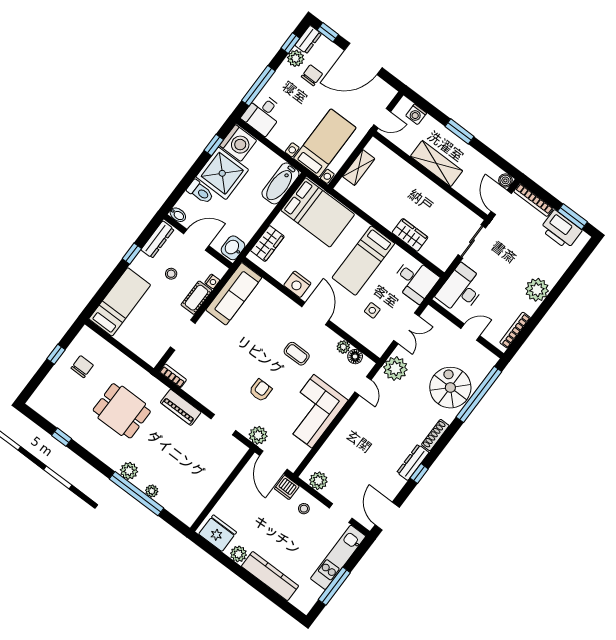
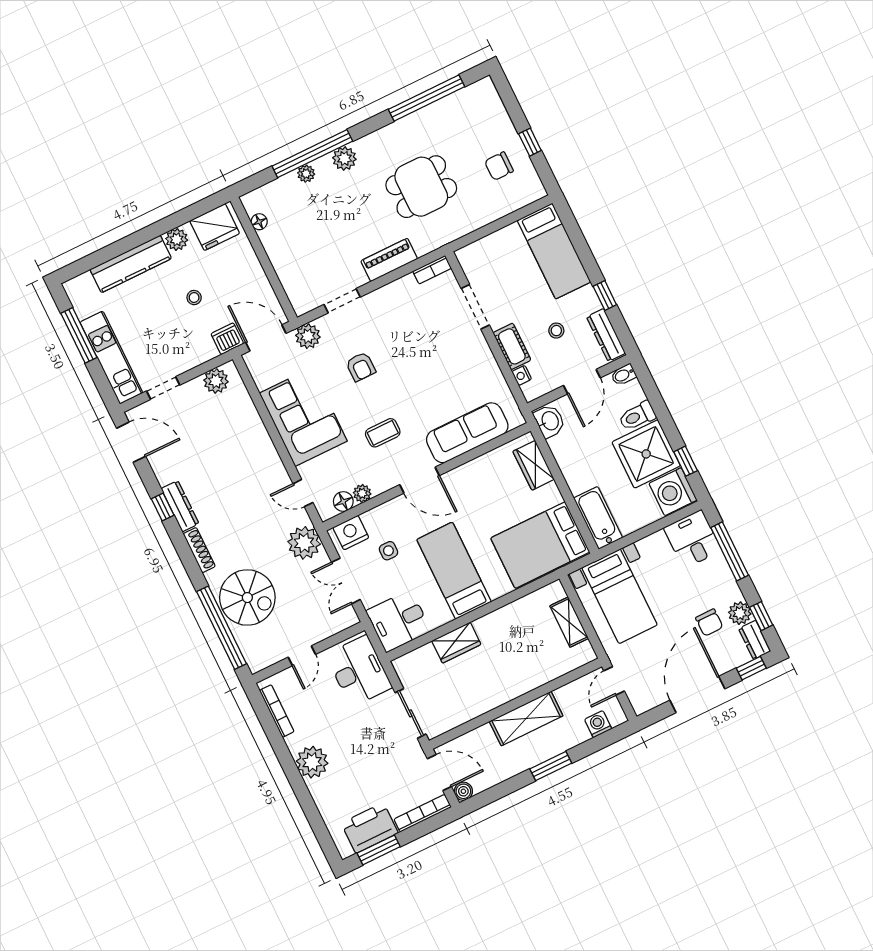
nightstand: (297, 284) -> (351, 533), moved
sofa: (234, 294) -> (467, 433), moved, turned 90
chair: (82, 367) -> (499, 166), turned 90
window: (62, 437) -> (426, 98), width x3.17
floor lamp: (199, 506) -> (259, 222), added
stool: (304, 509) -> (194, 298), moved

